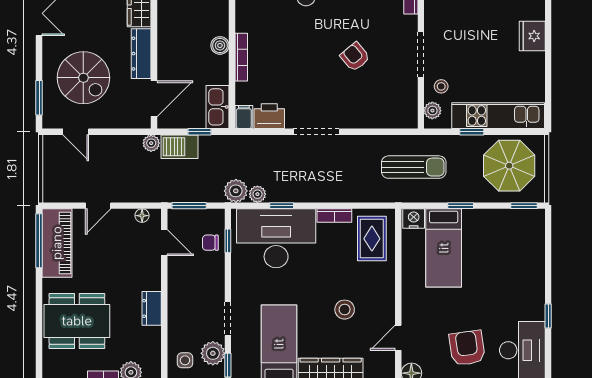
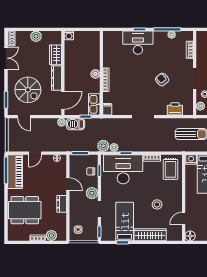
printer: (269, 116) -> (175, 109), moved
door: (164, 243) -> (68, 184), moved
plant: (213, 353) -> (92, 193), moved

